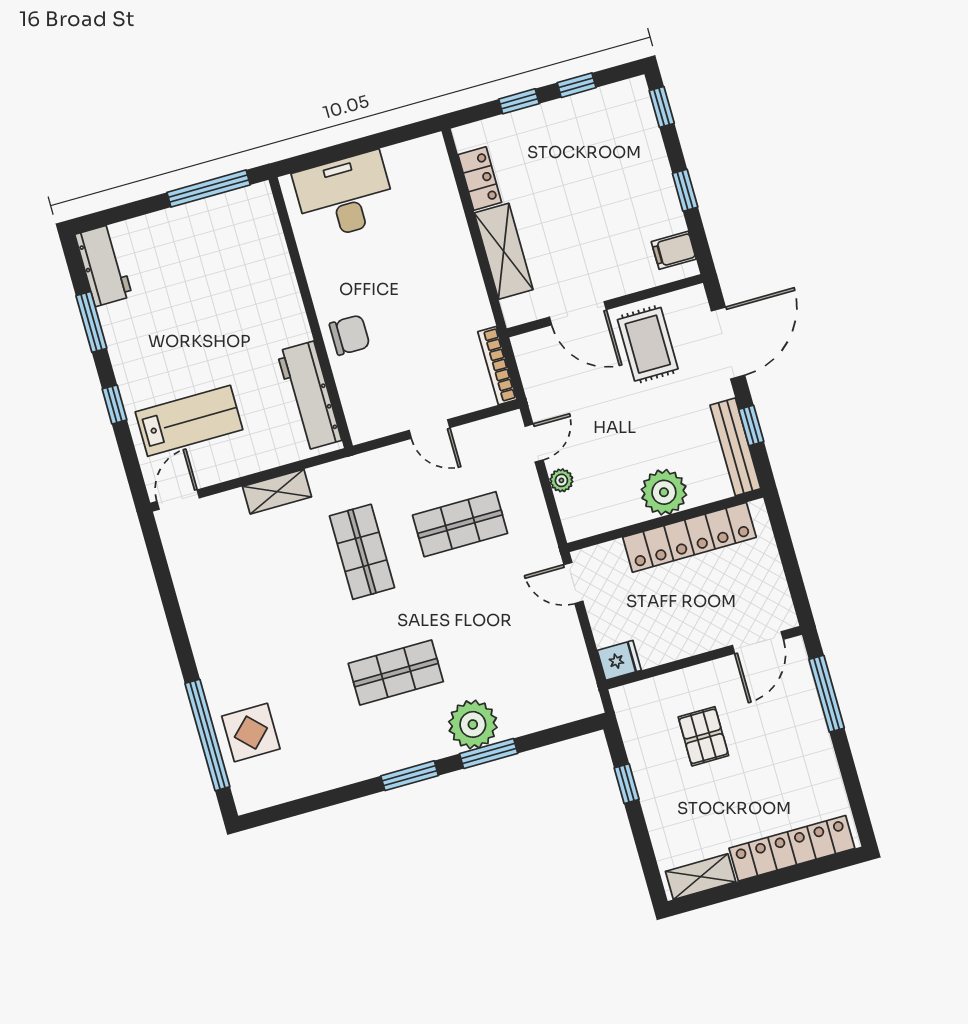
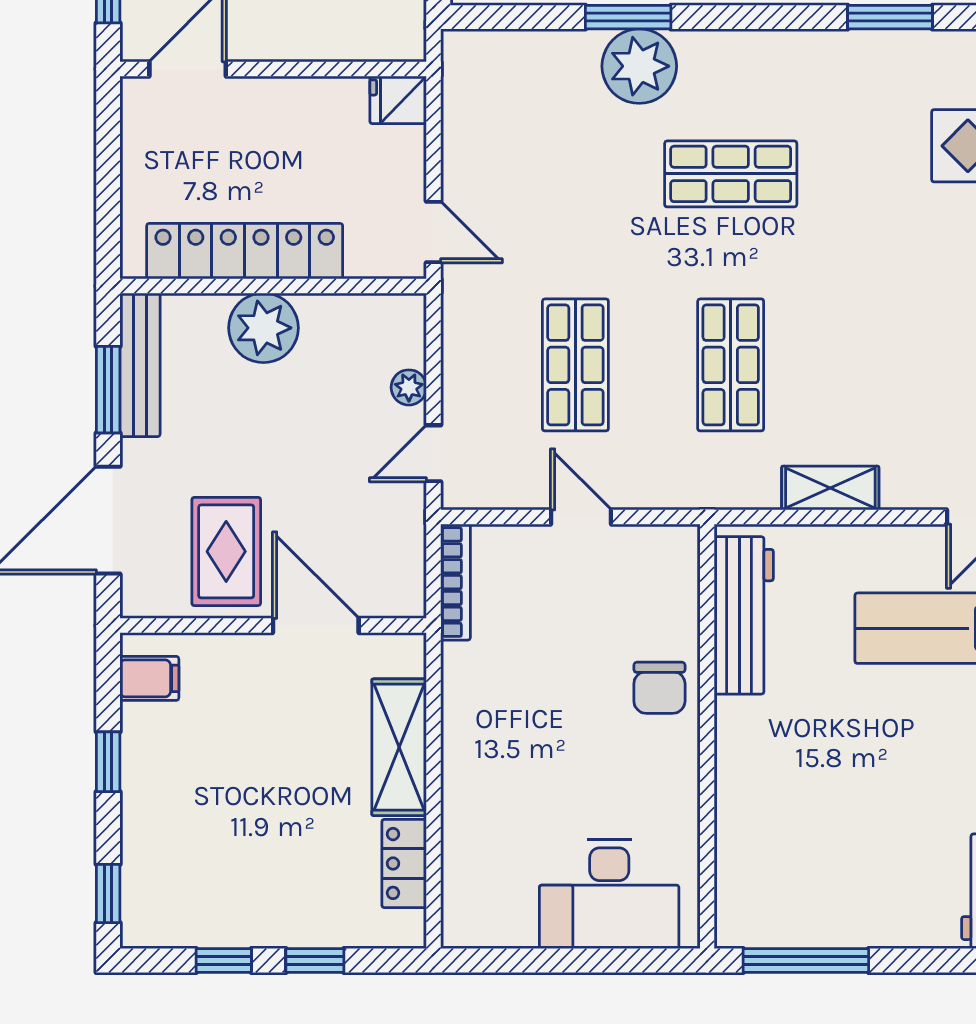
chair: (350, 335) -> (659, 688), turned -90
window: (751, 425) -> (108, 390), width x1.50
shop shelf: (460, 524) -> (575, 365), turned 90
window: (410, 776) -> (890, 17), moved

